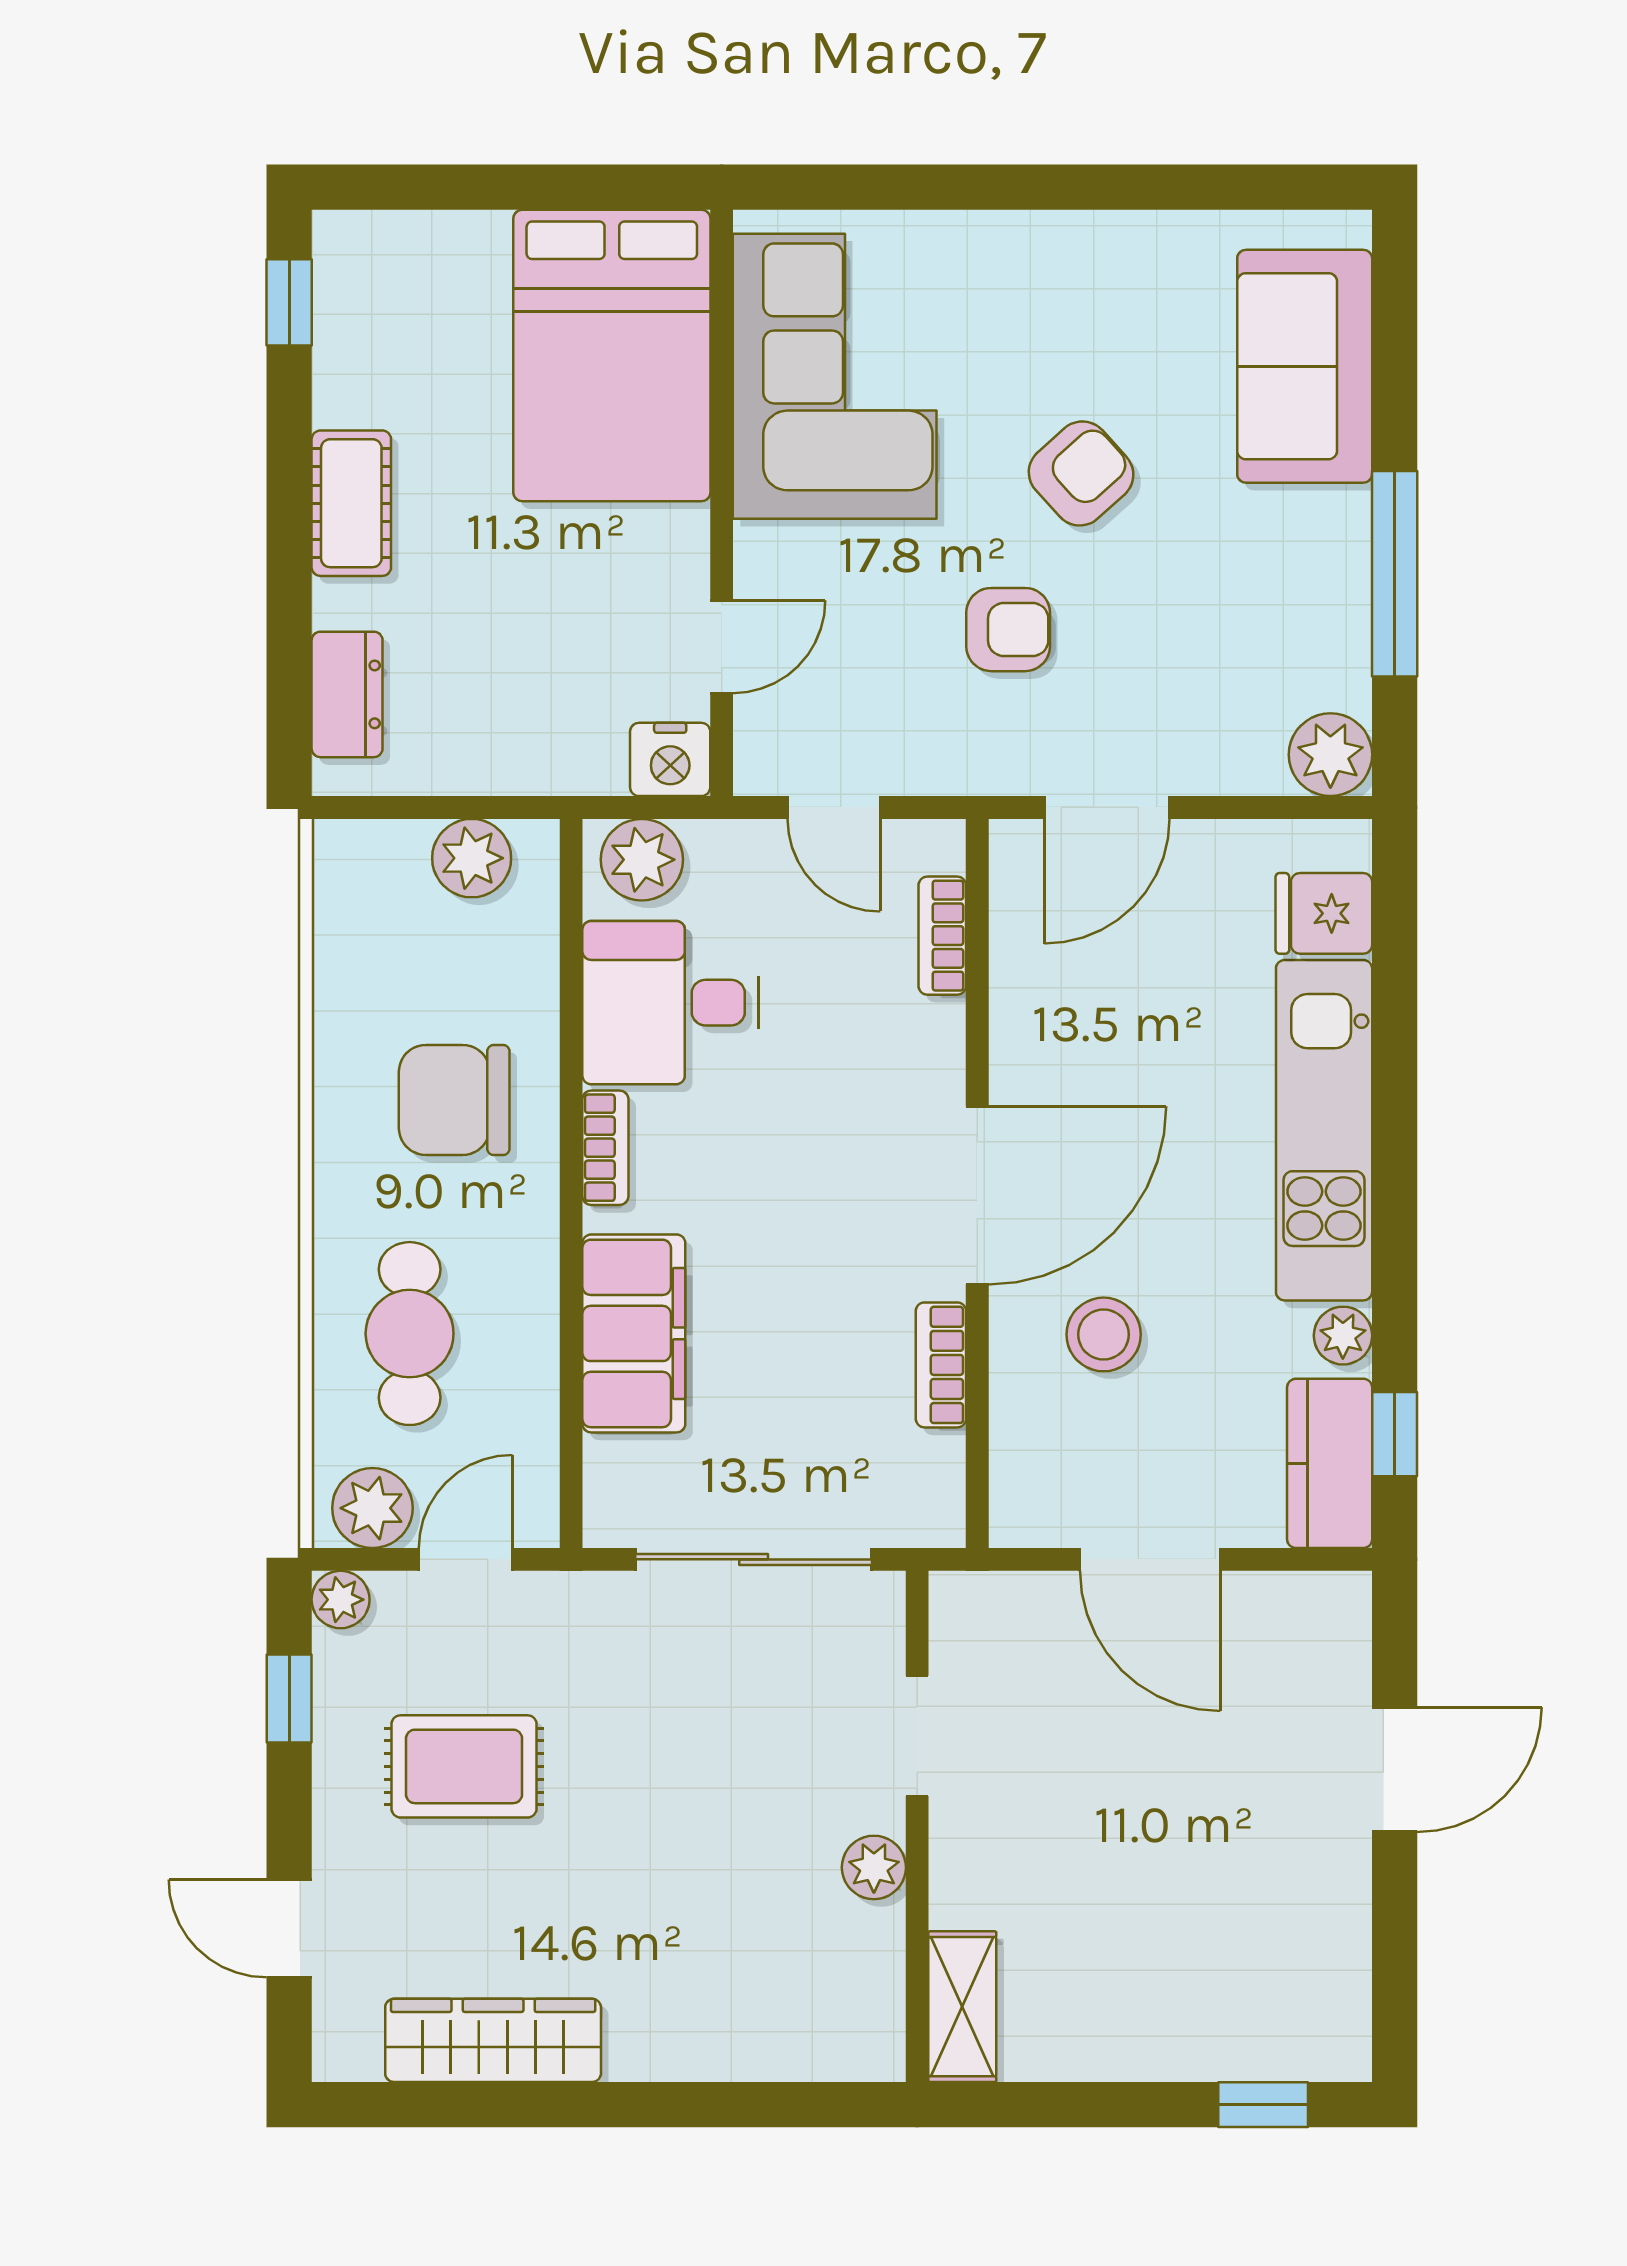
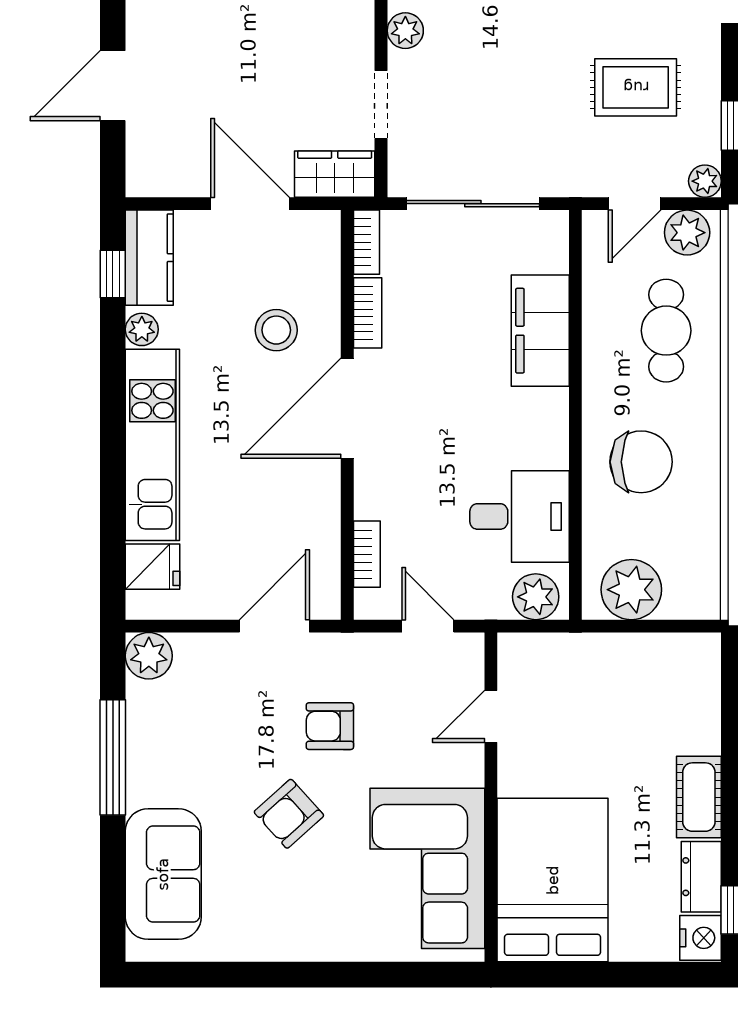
dresser: (347, 694) -> (701, 877), moved
nightstand: (670, 759) -> (700, 938), moved, turned 90
plant: (472, 858) -> (631, 590), width x1.36, depth x1.36
bookcase: (605, 1148) -> (366, 242), moved, turned 180
wardrobe: (1000, 1612) -> (335, 174), added

